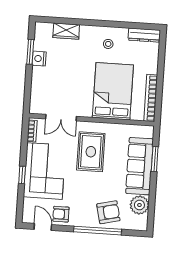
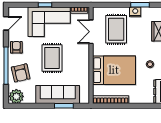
rug: (60, 85) -> (116, 29), added
rug: (91, 152) -> (52, 58), moved, turned 90
plant: (139, 205) -> (16, 96), moved
armchair: (61, 214) -> (16, 47), moved

